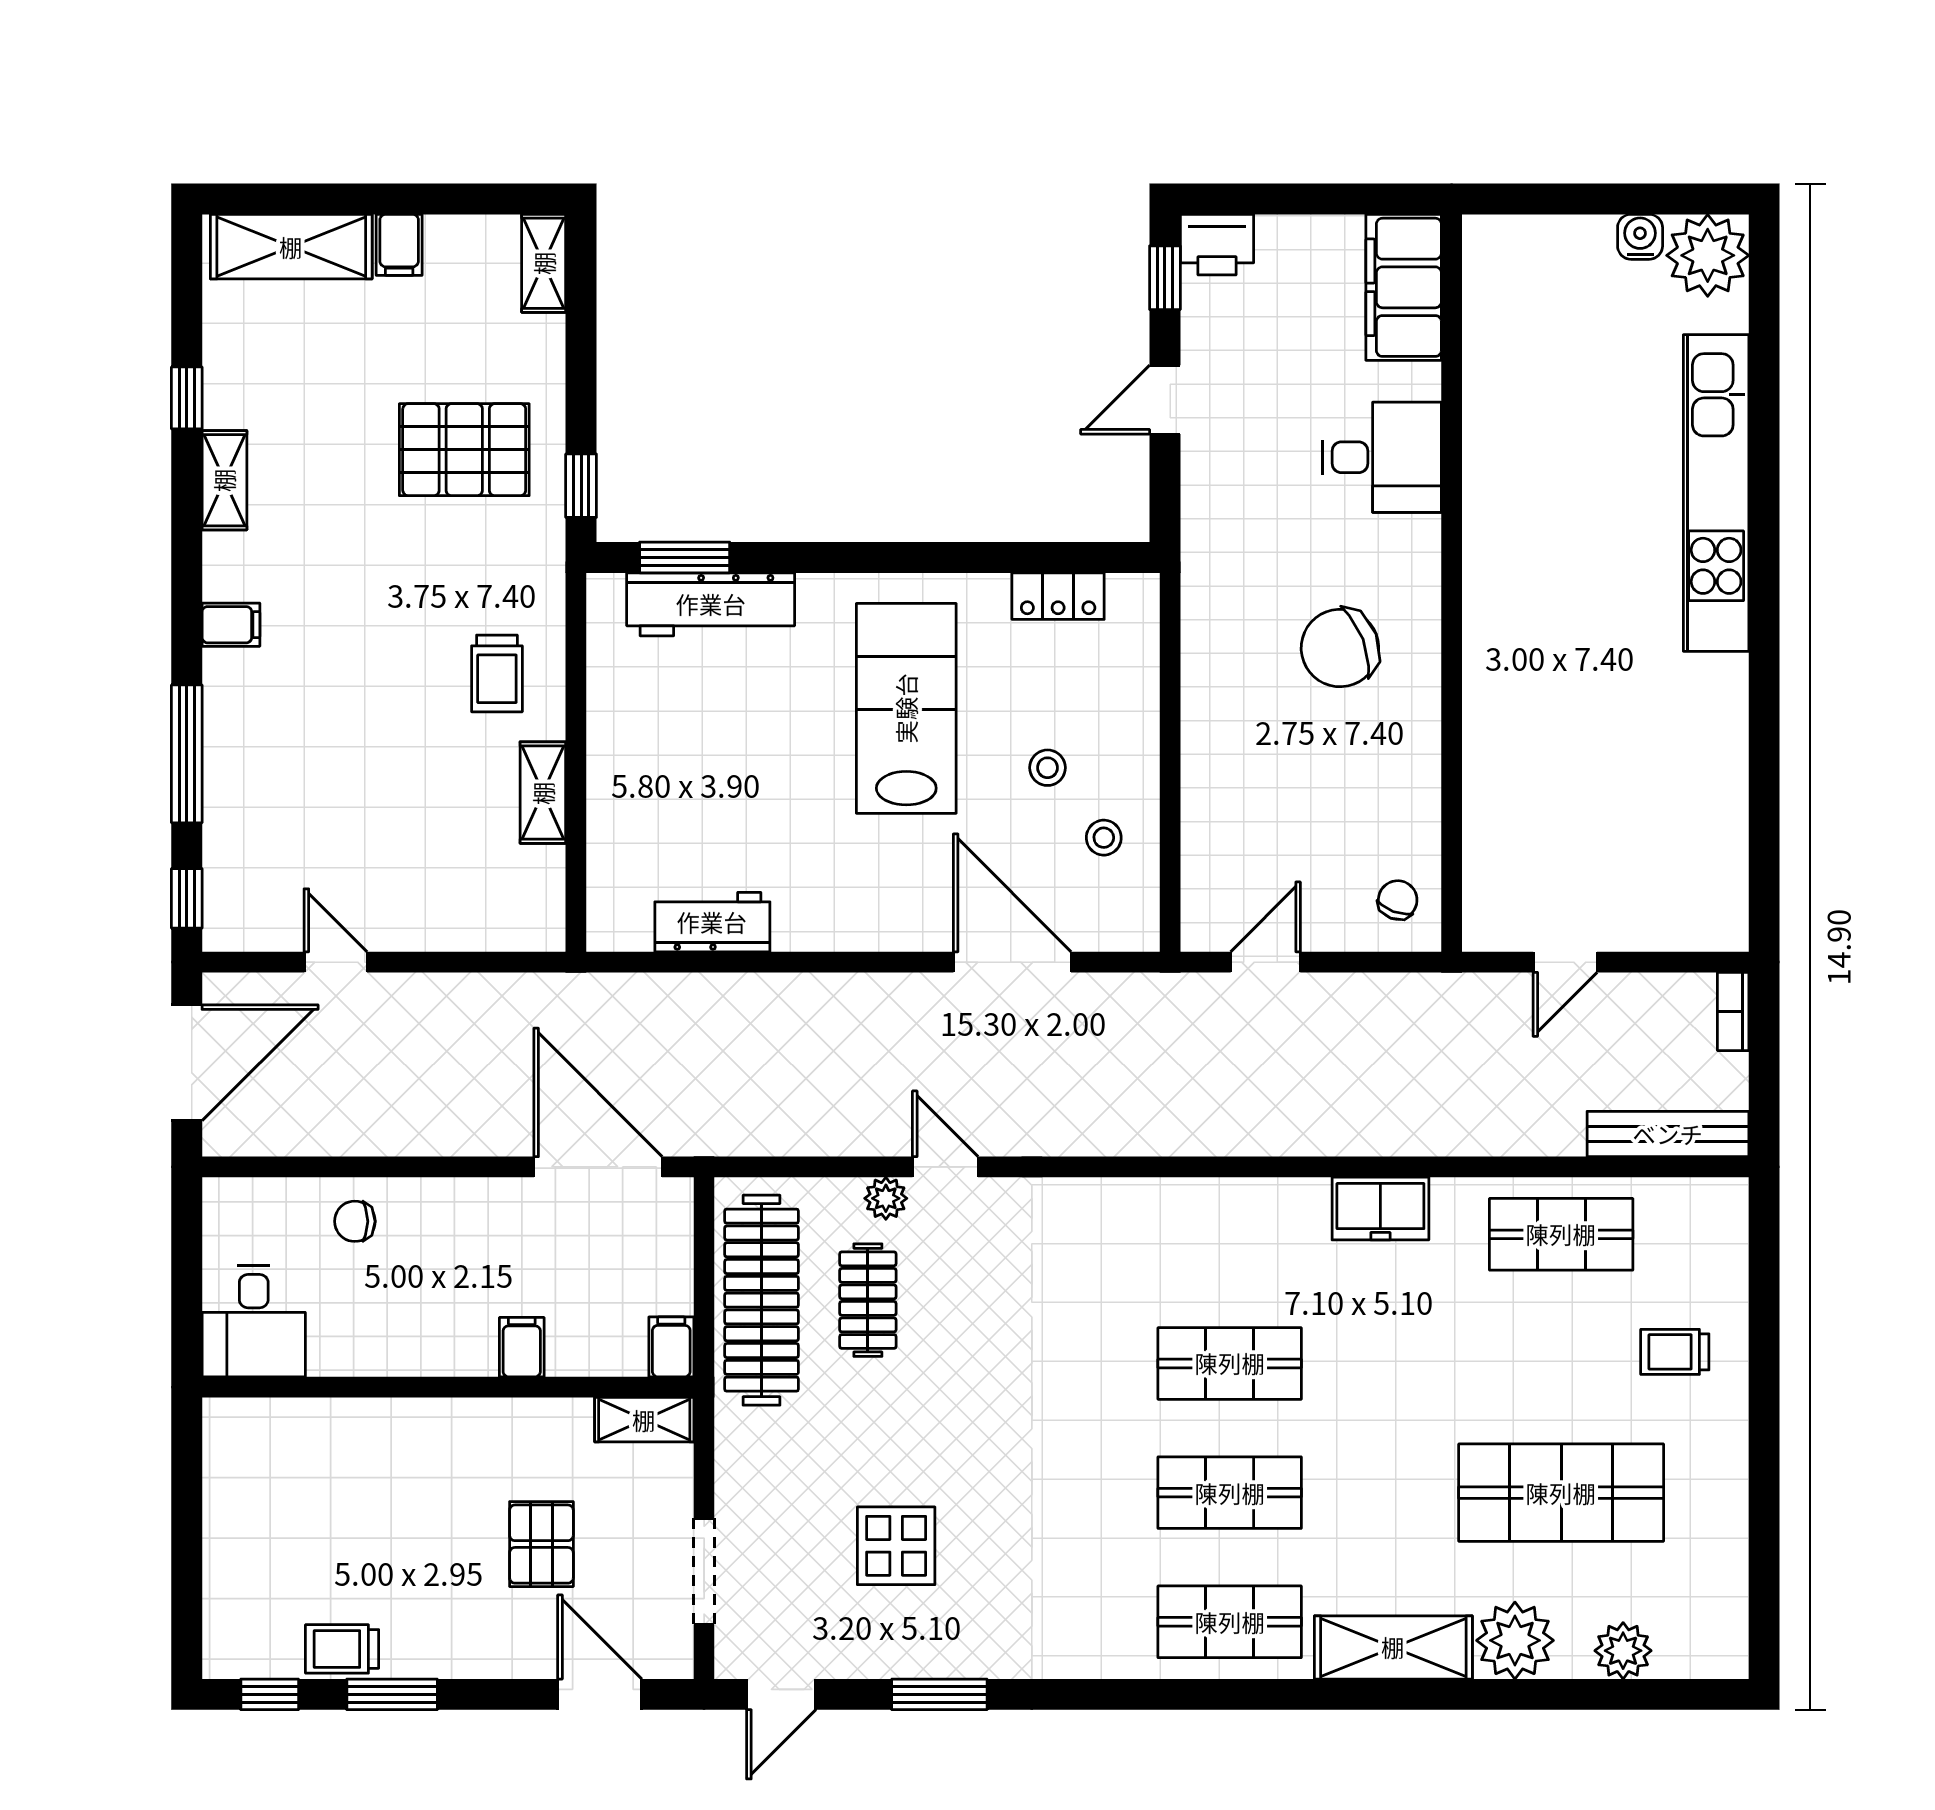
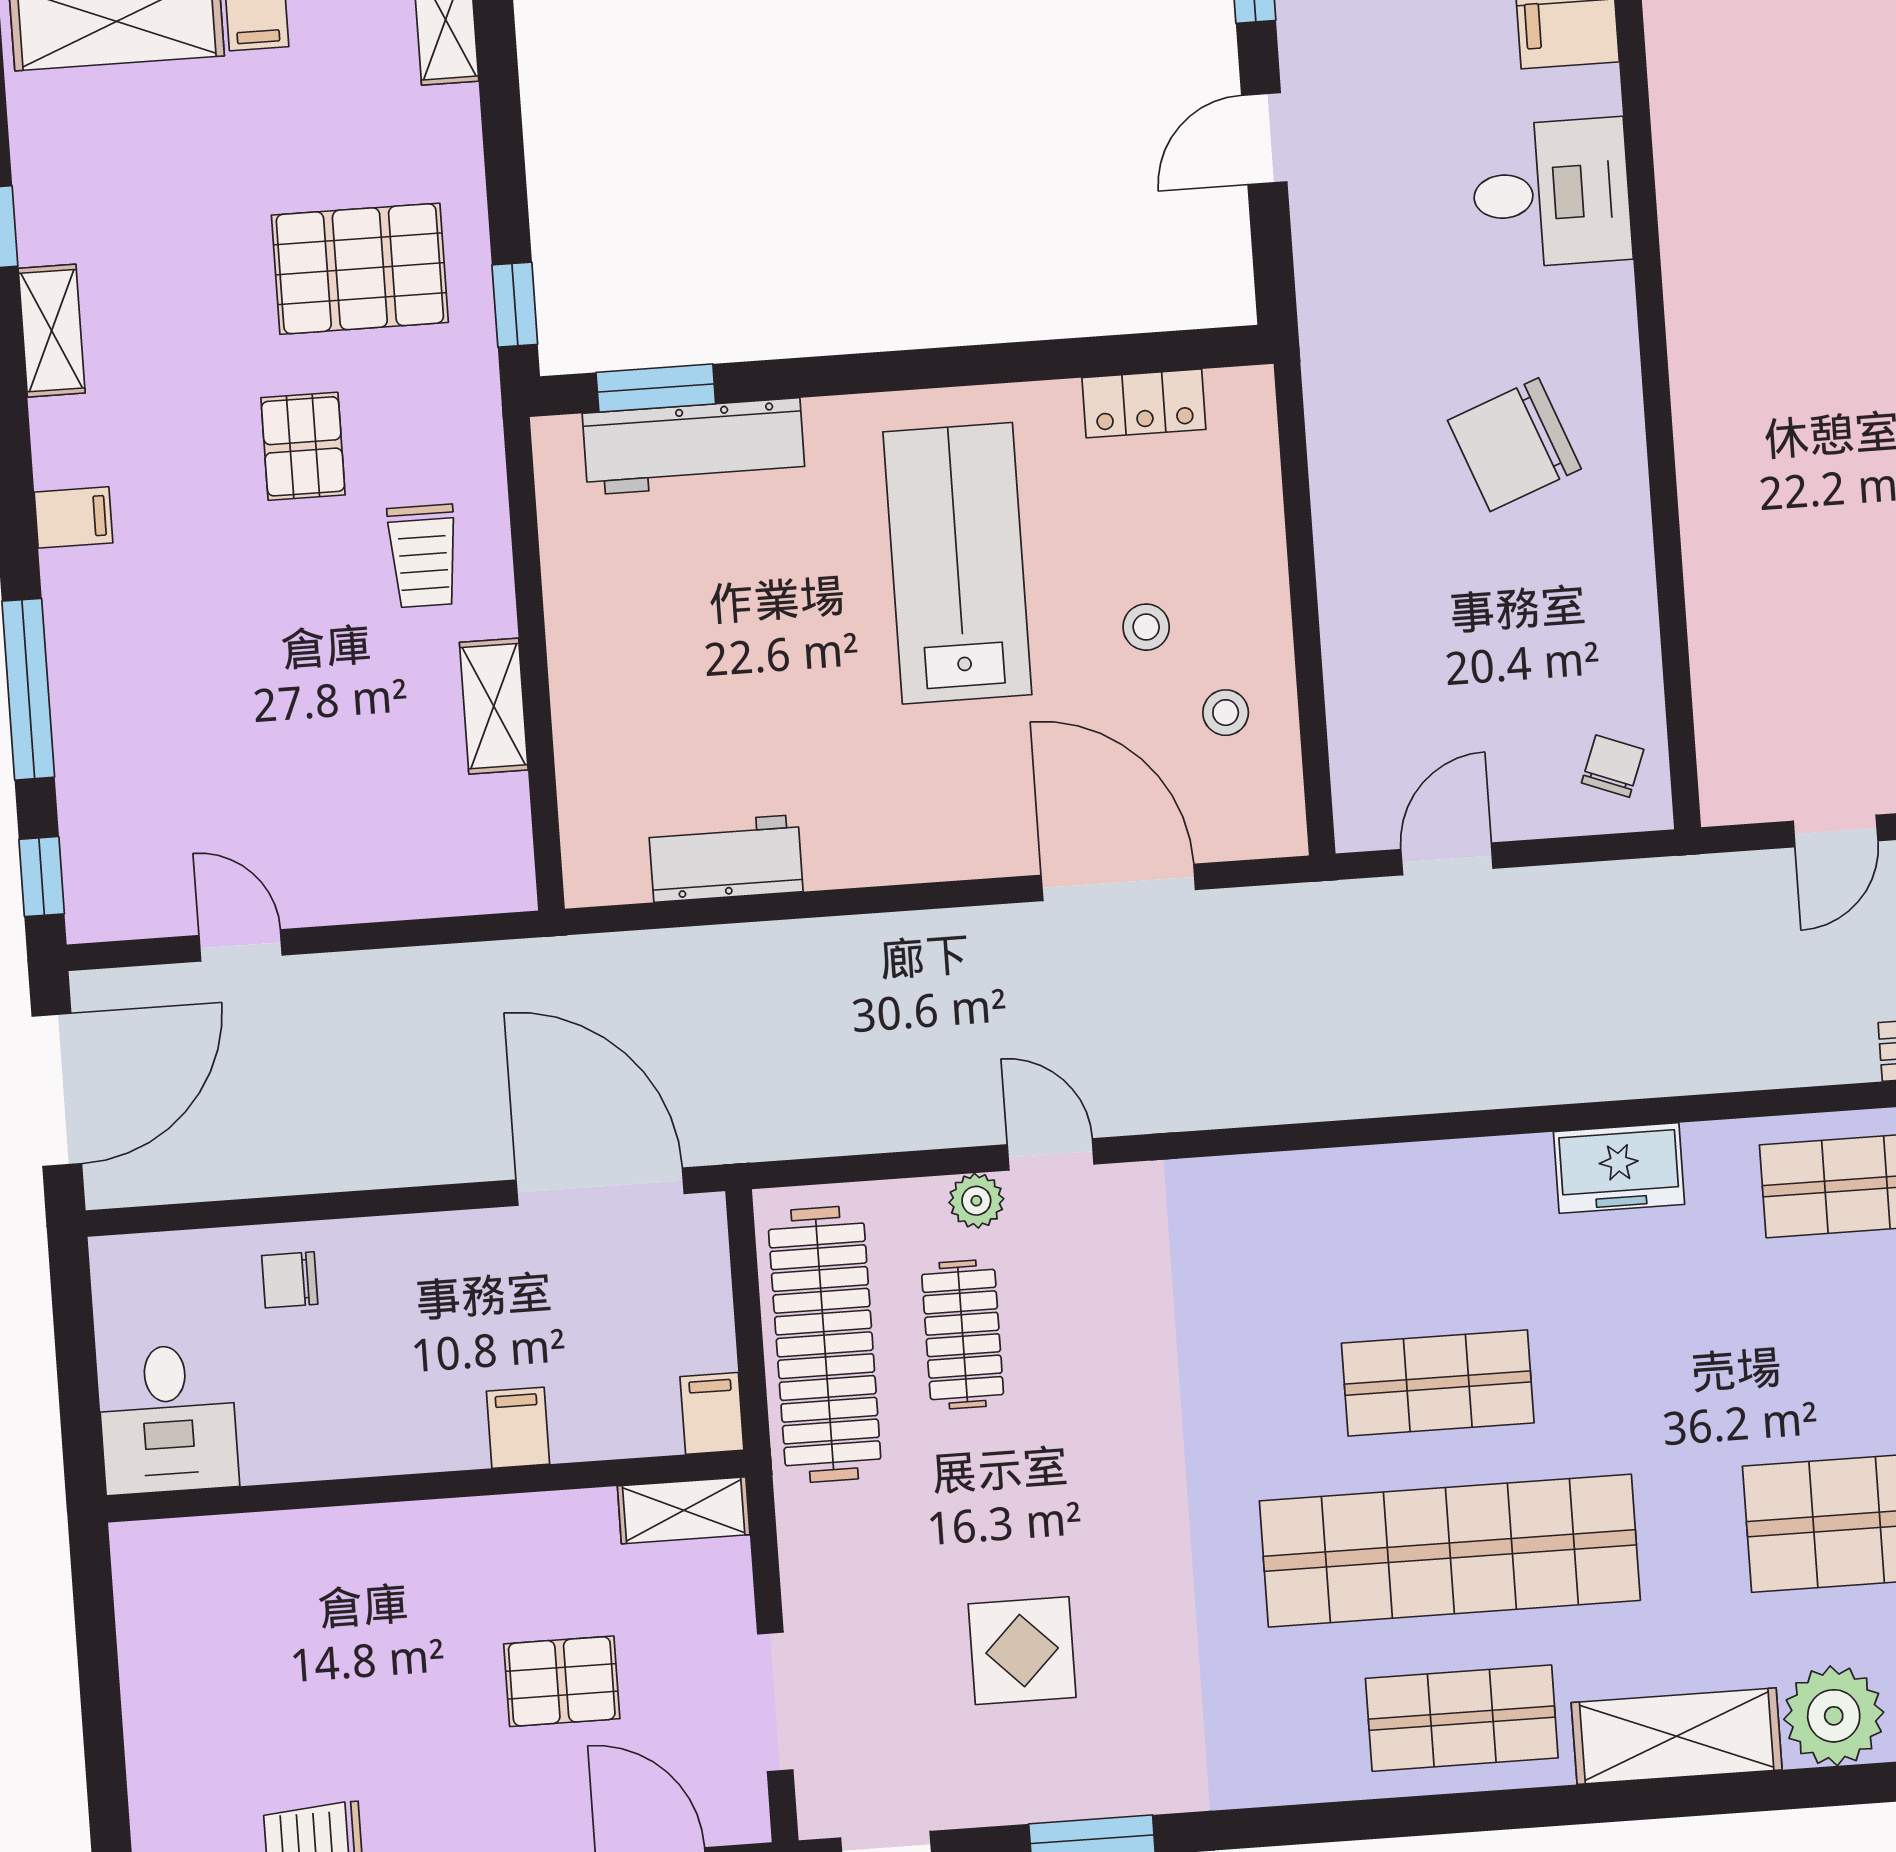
pallet: (411, 583) -> (303, 446), added
shop shelf: (1230, 1493) -> (1450, 1551), width x2.00, depth x1.36
pallet: (541, 1544) -> (562, 1681), turned 90

